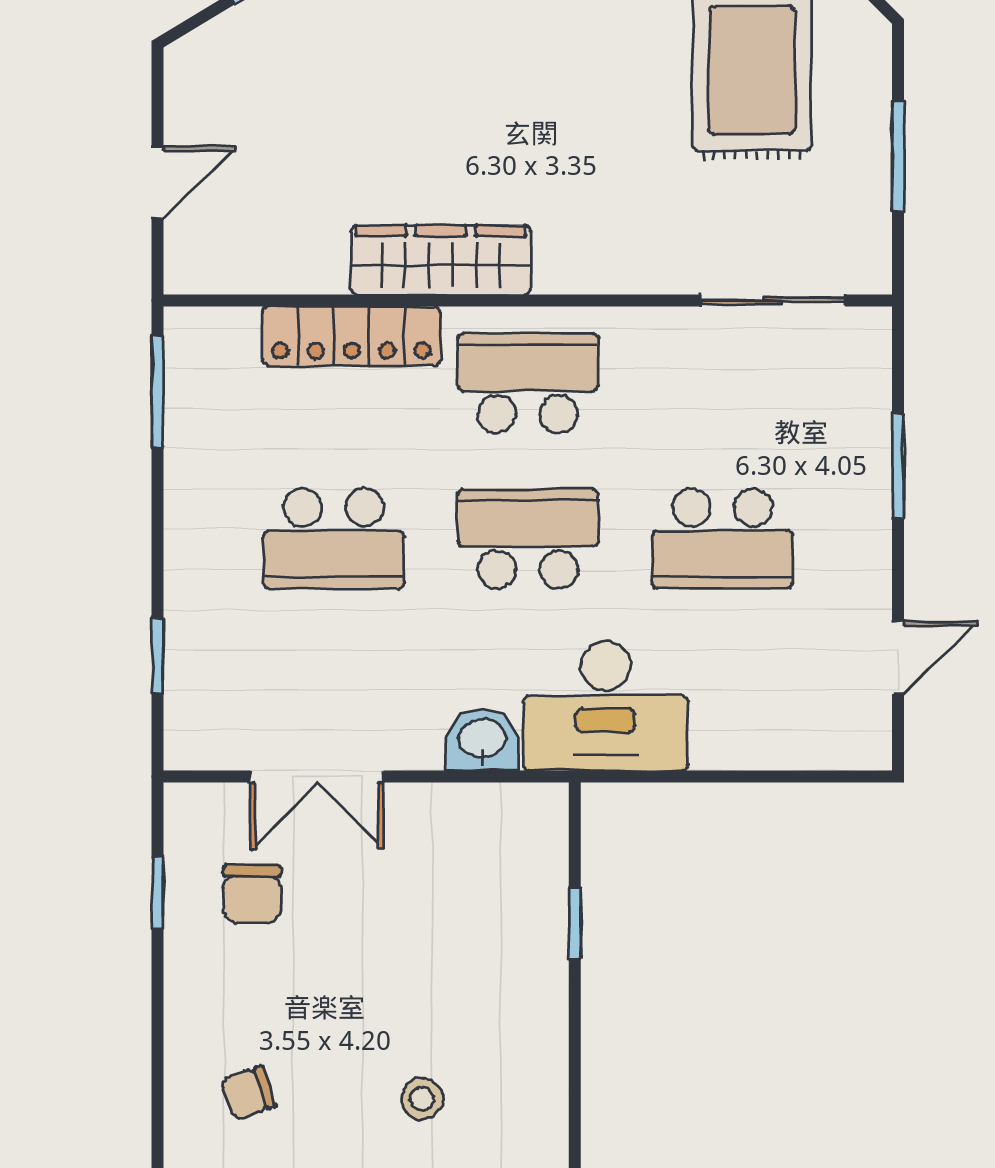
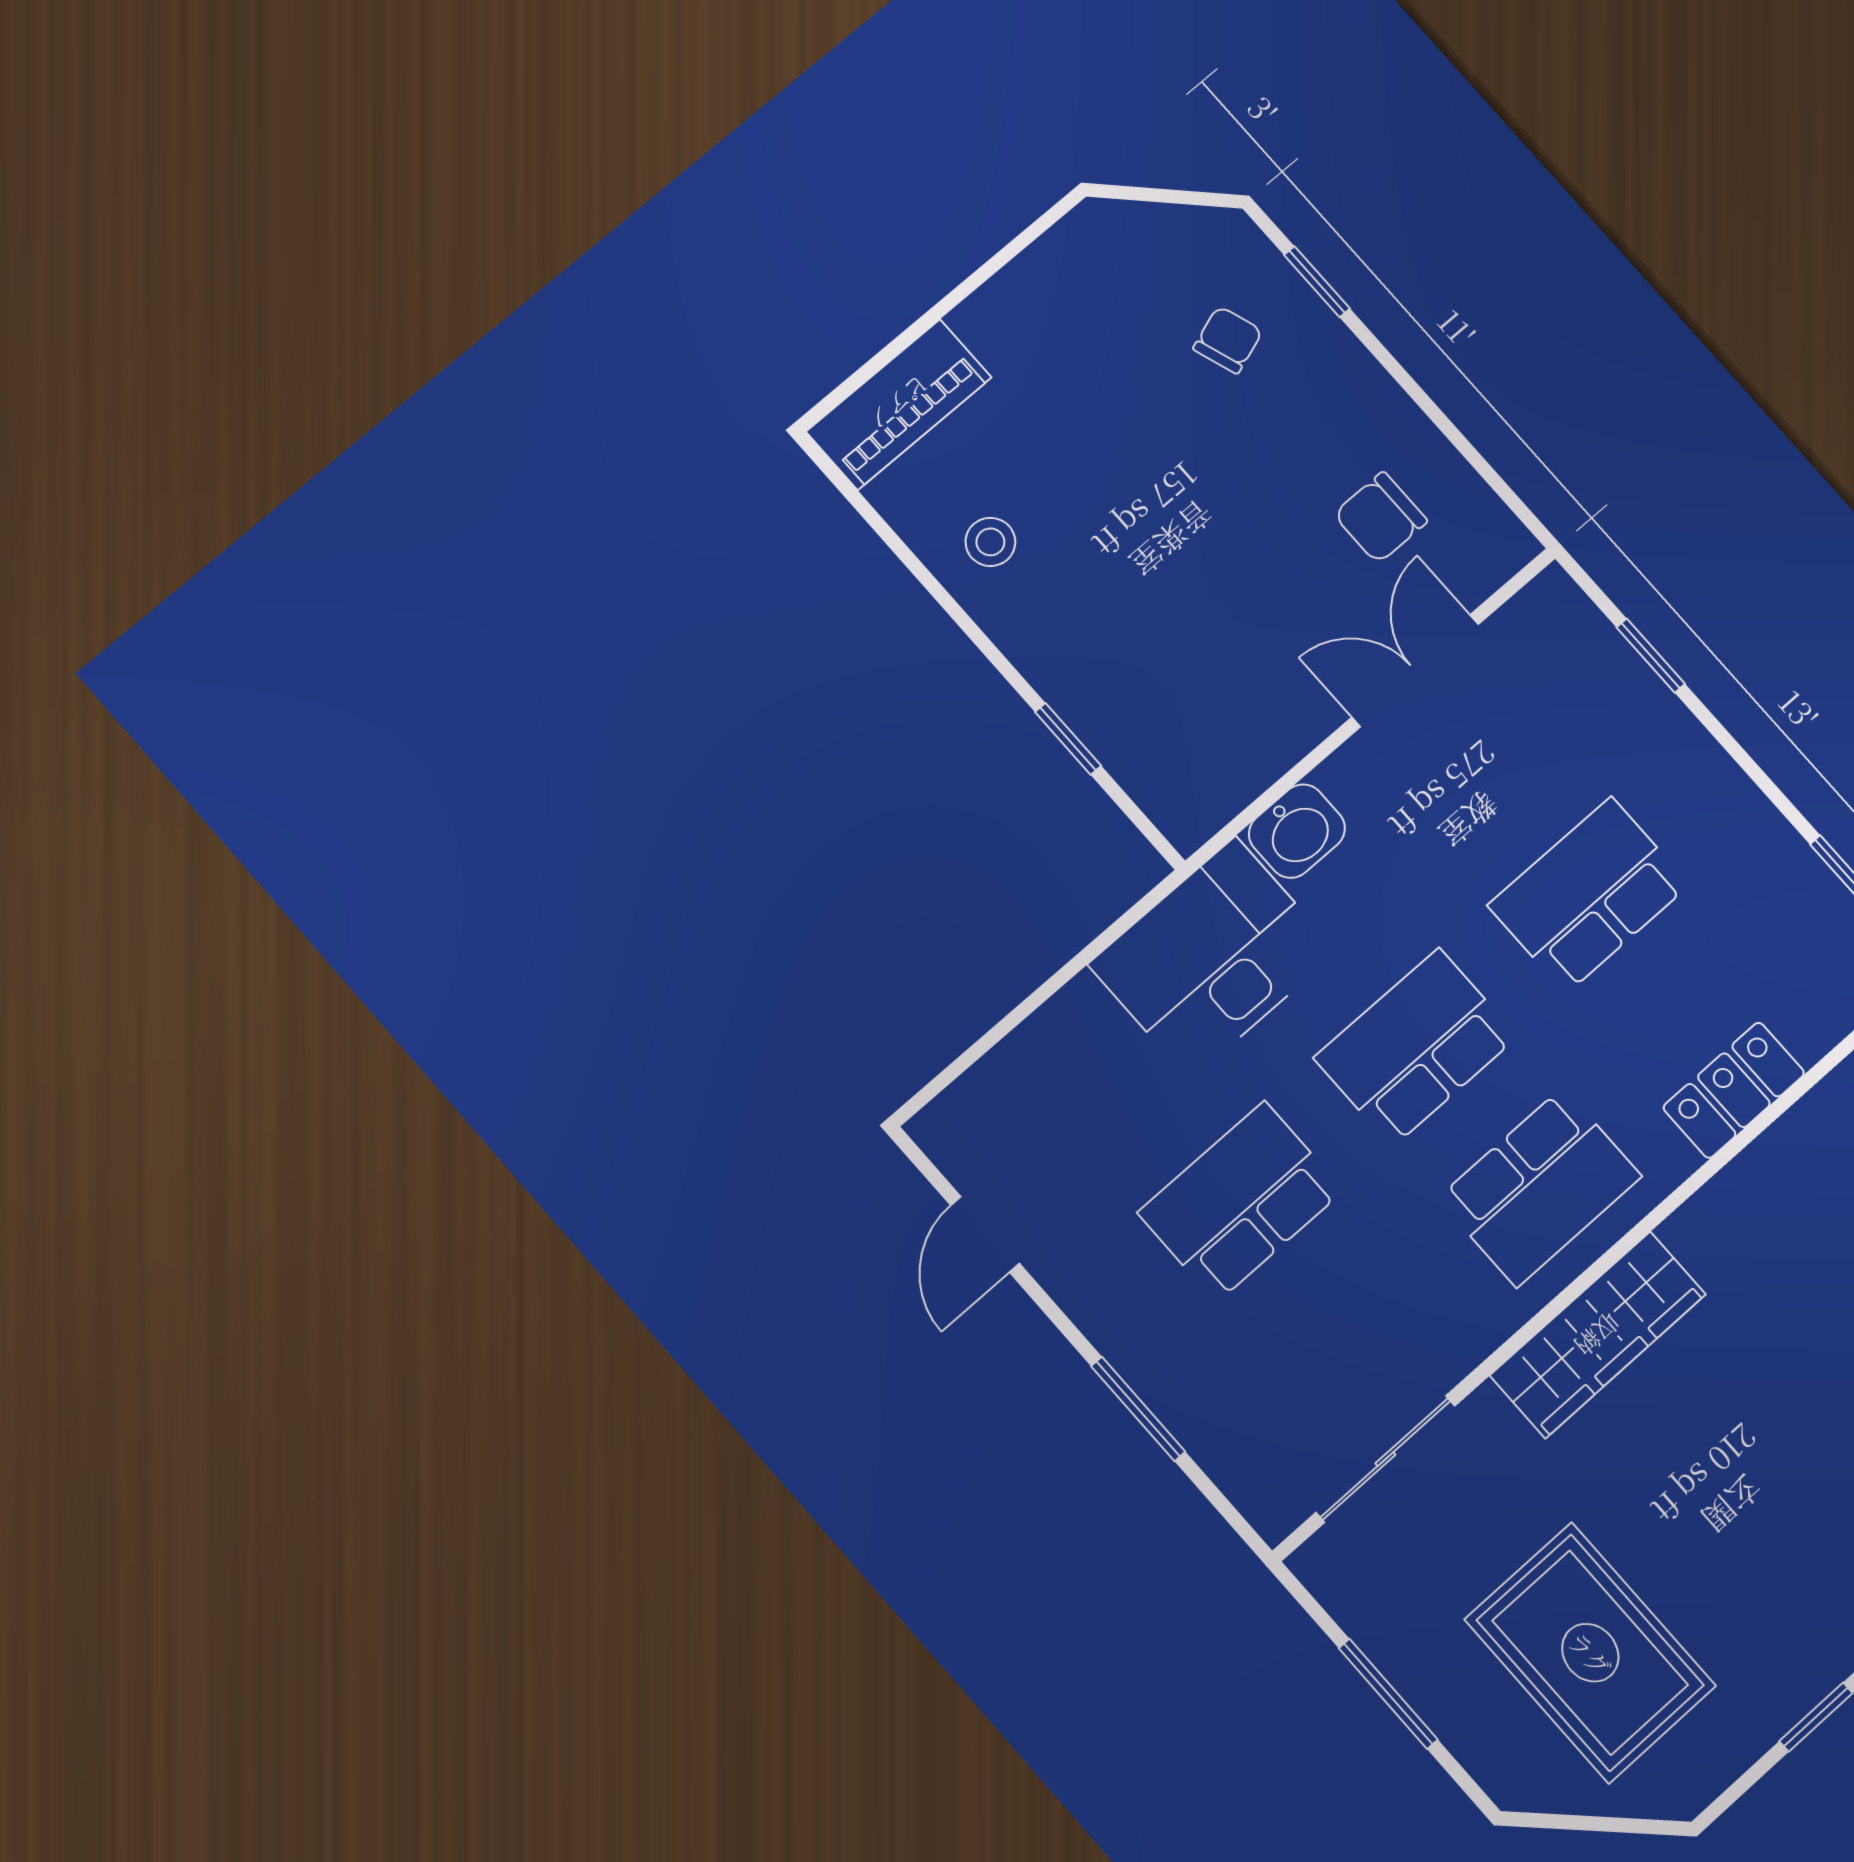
wardrobe: (441, 260) -> (1598, 1335), moved
locker: (351, 336) -> (1734, 1090), width x0.66
school desk: (528, 539) -> (1416, 1047), turned 180
window: (158, 893) -> (1317, 282), moved
chair: (252, 894) -> (1380, 518), turned -90
stool: (422, 1099) -> (990, 542), moved

